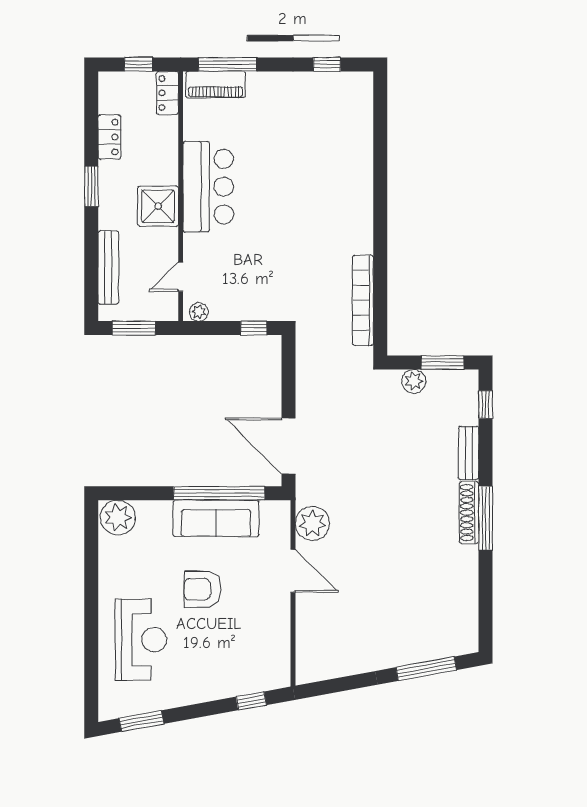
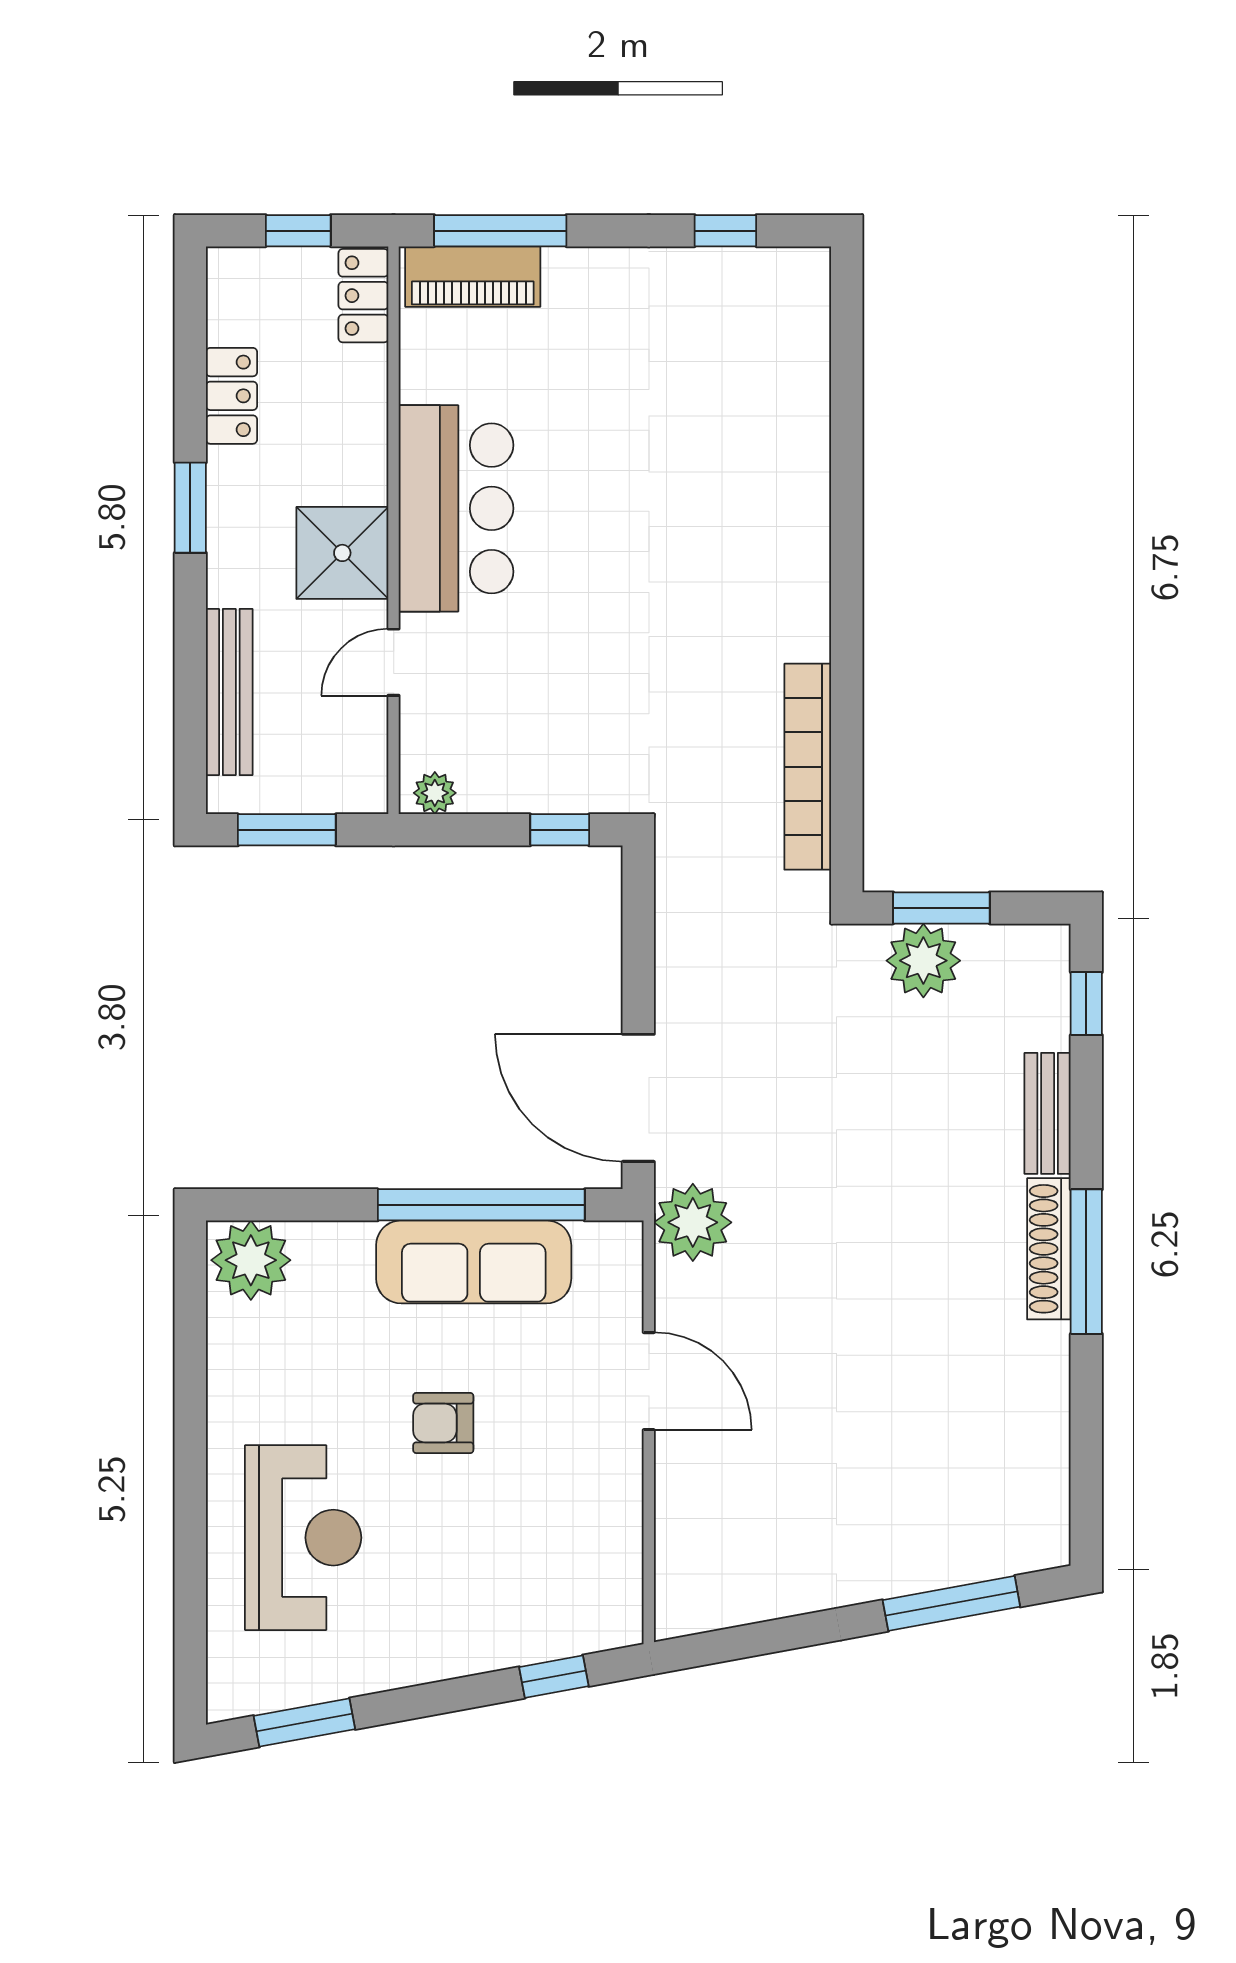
door: (181, 277) -> (394, 662), moved
window: (442, 362) -> (941, 908), moved
plant: (414, 381) -> (923, 961), width x1.36, depth x1.36
plant: (312, 523) -> (693, 1222), moved
armchair: (203, 589) -> (443, 1423), width x0.72, depth x0.72

